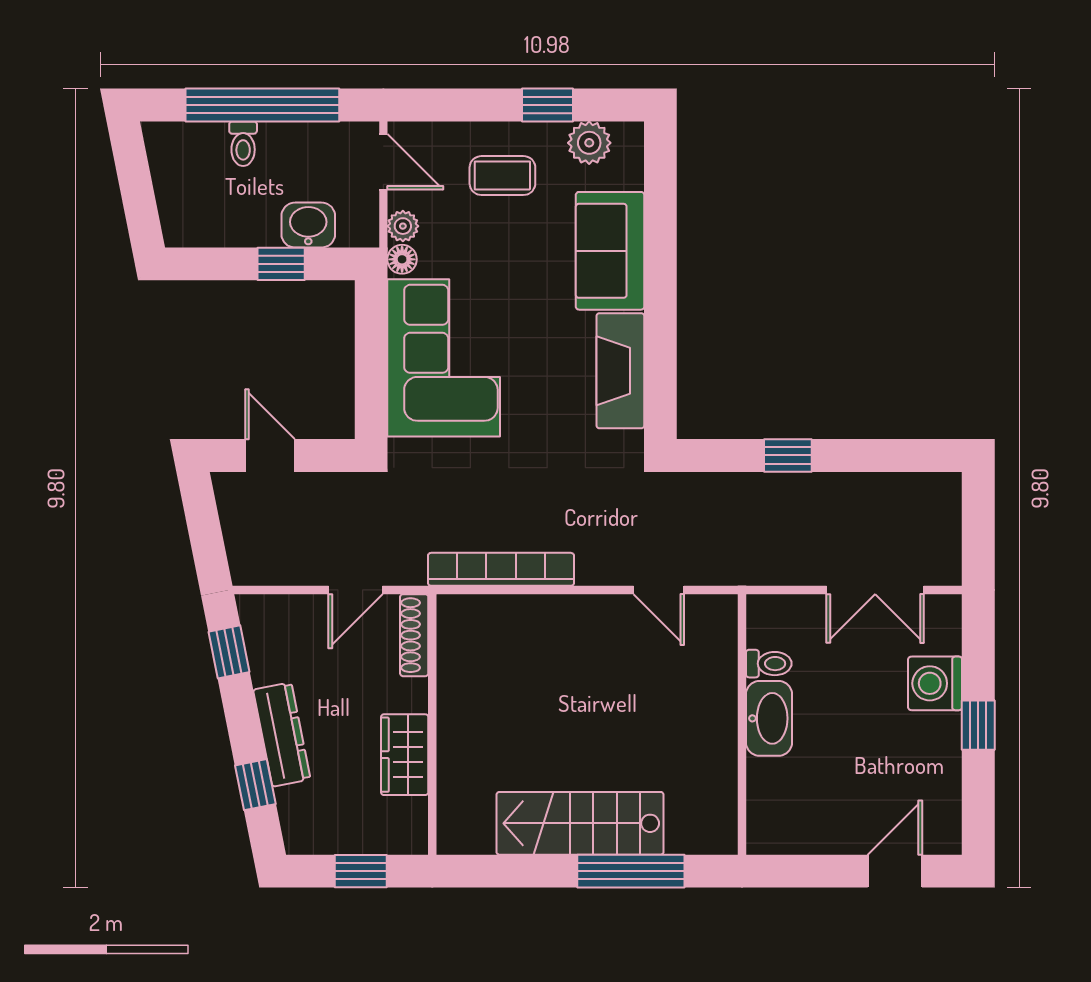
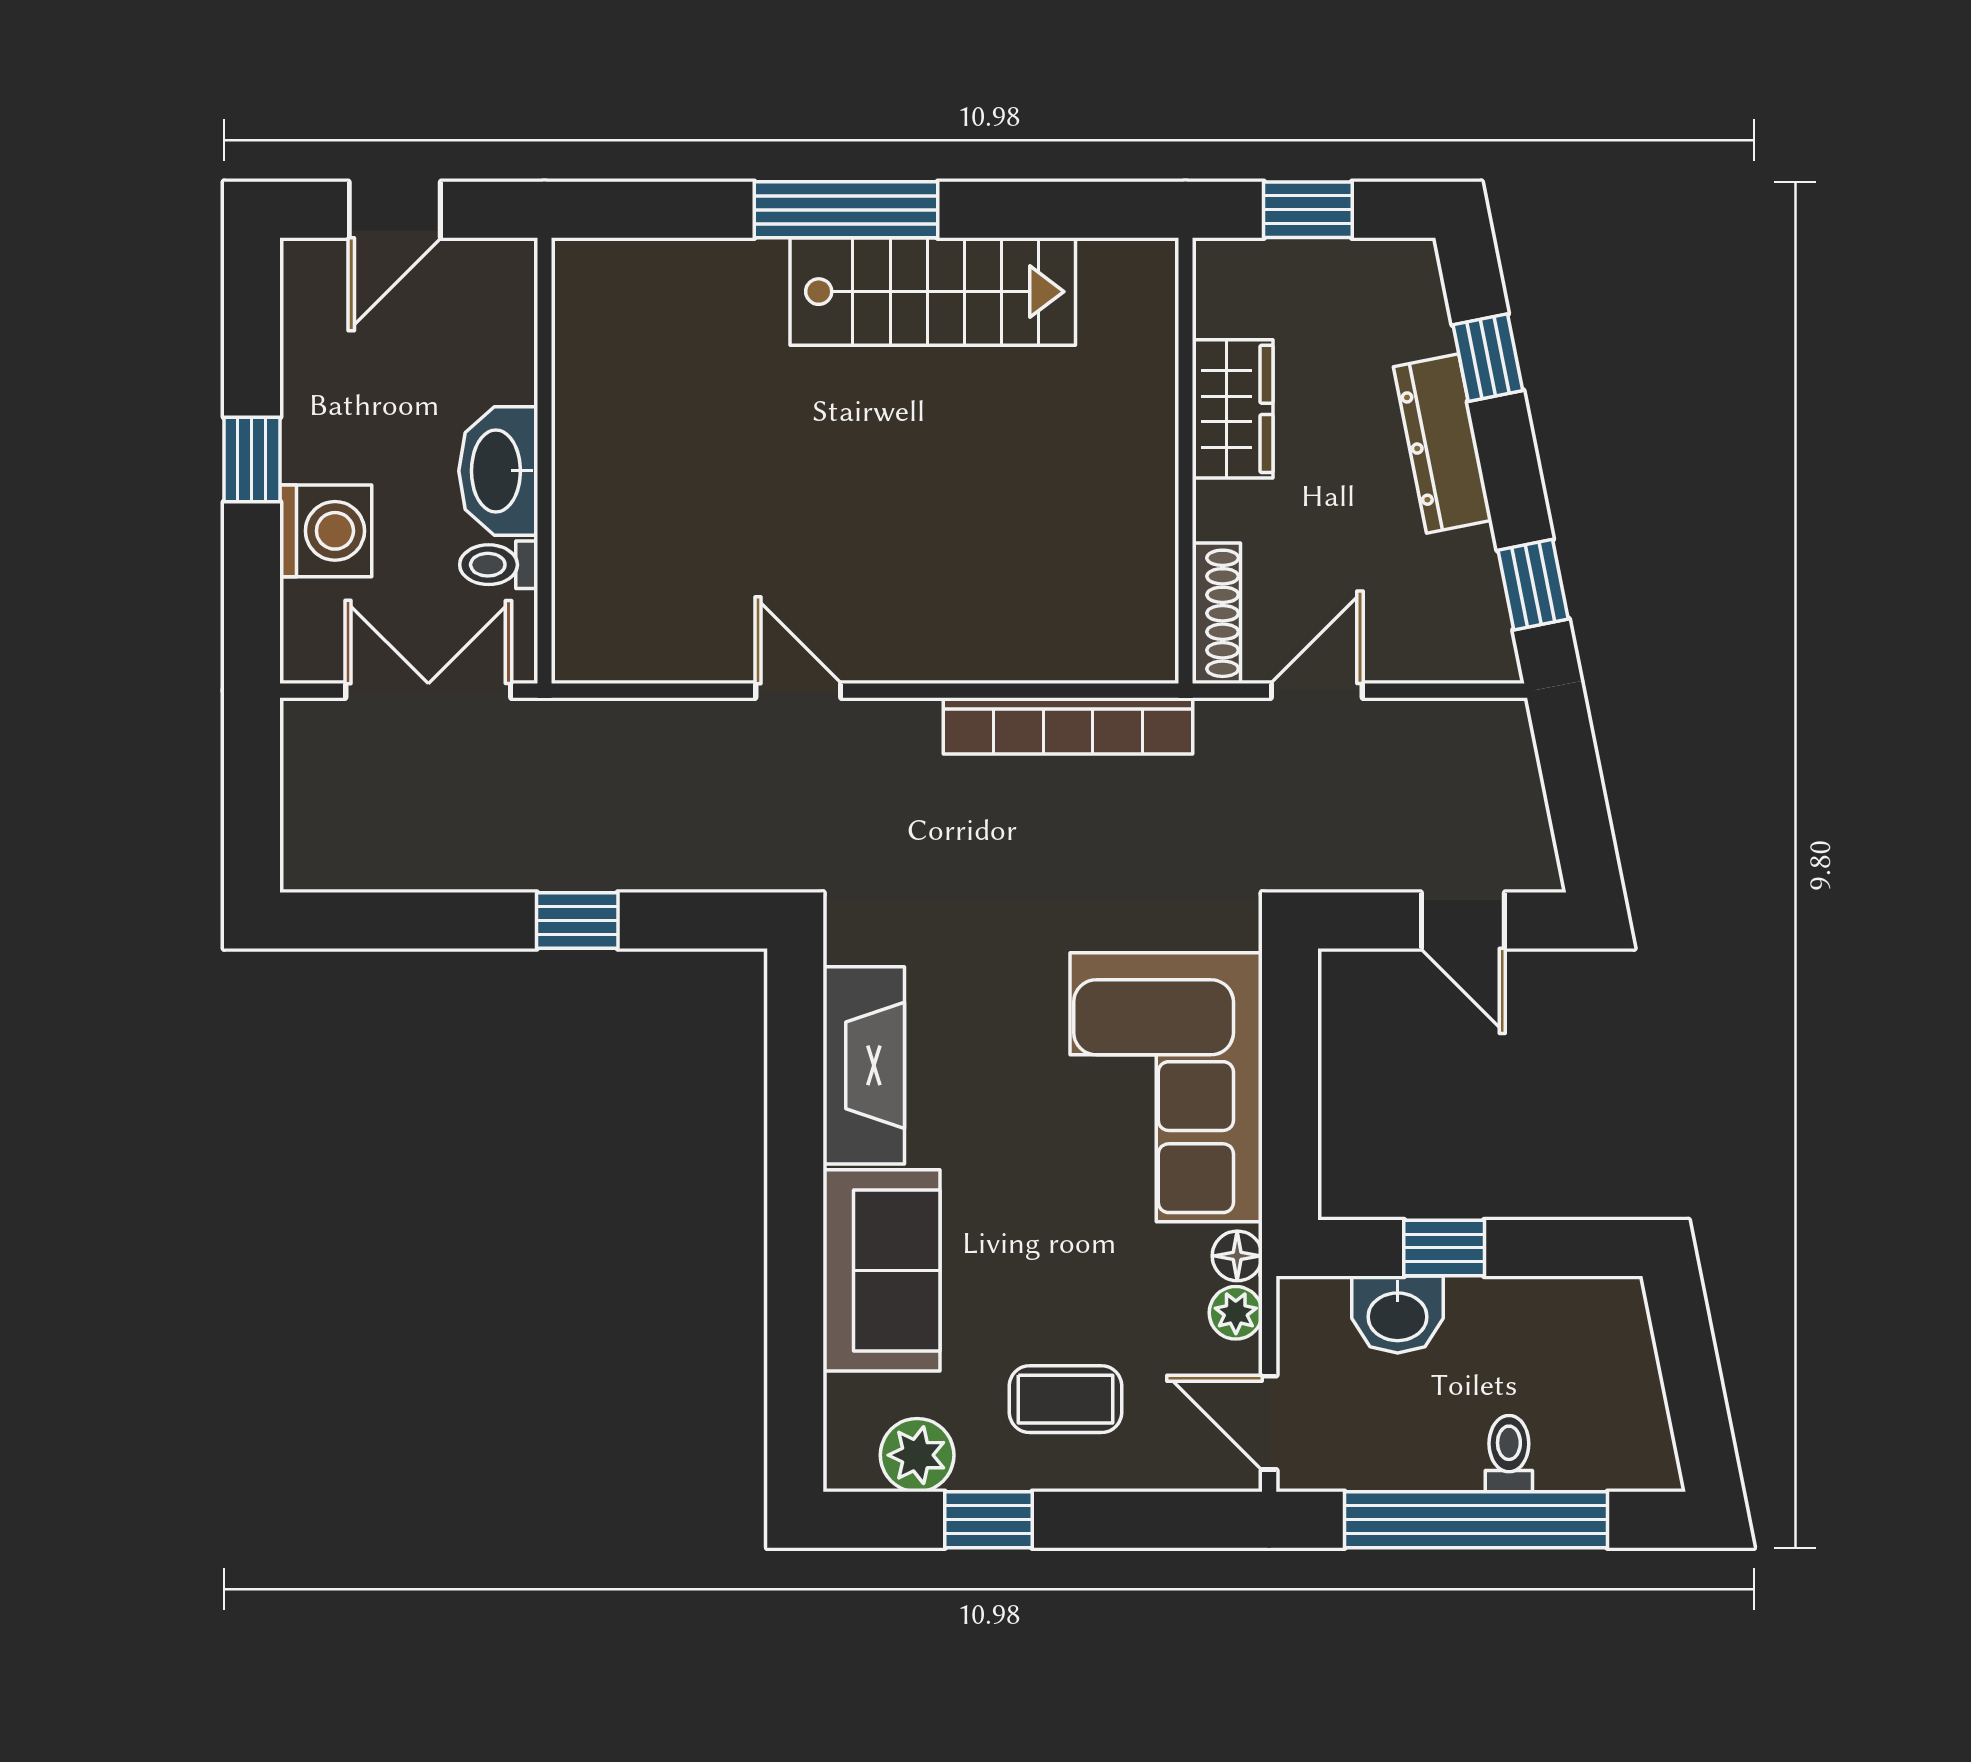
toilet: (769, 664) -> (499, 565), moved
washbasin: (769, 718) -> (498, 471), moved
wall: (742, 724) -> (545, 461), moved

